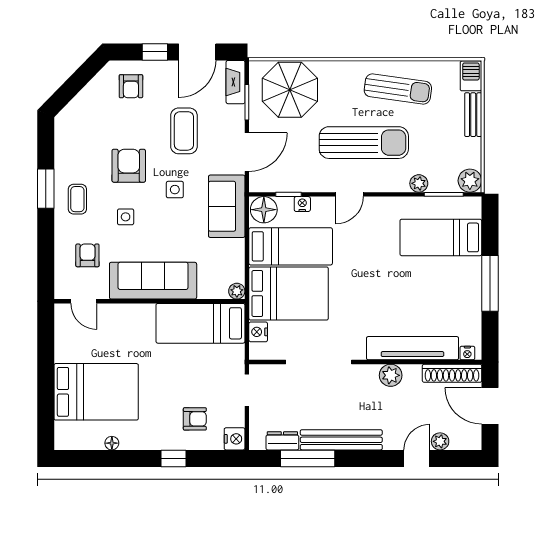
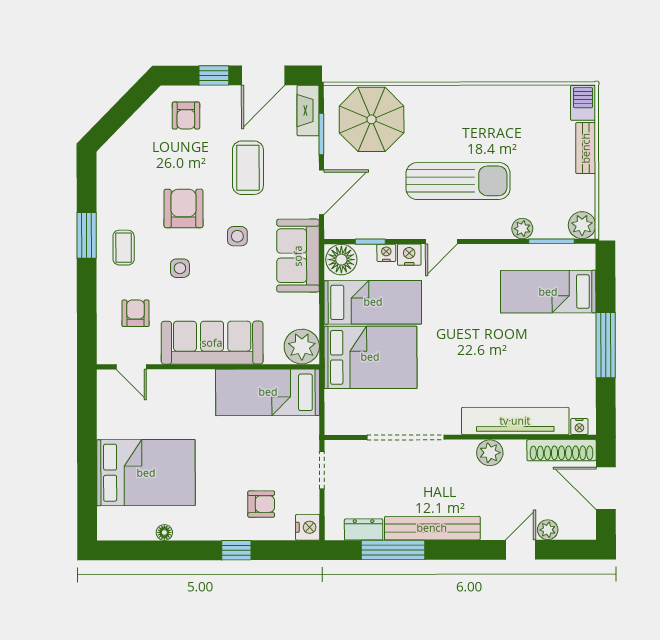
sun lounger: (398, 89) -> (498, 118), removed
plant: (237, 291) -> (302, 347), width x1.87, depth x1.87
nightstand: (258, 332) -> (409, 255), moved, turned 90

